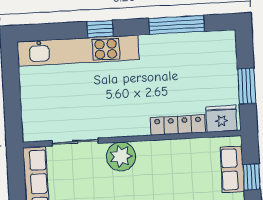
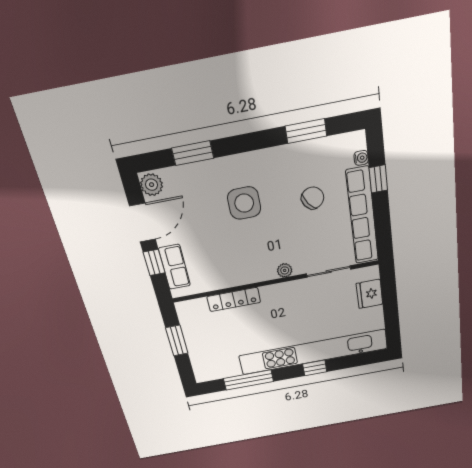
kitchen unit: (78, 51) -> (313, 352), width x1.36
fridge: (221, 119) -> (370, 294), moved, turned 90
plant: (121, 156) -> (285, 270), width x0.53, depth x0.53

